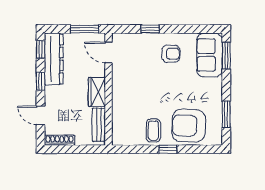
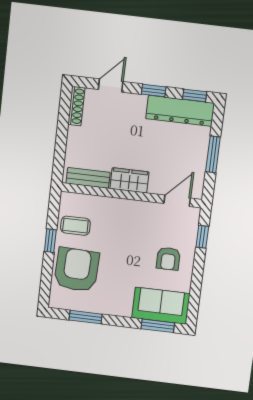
door: (108, 52) -> (177, 201), moved
wall: (108, 89) -> (131, 195), moved
wardrobe: (97, 92) -> (129, 180), moved
bench: (99, 125) -> (88, 178), moved

